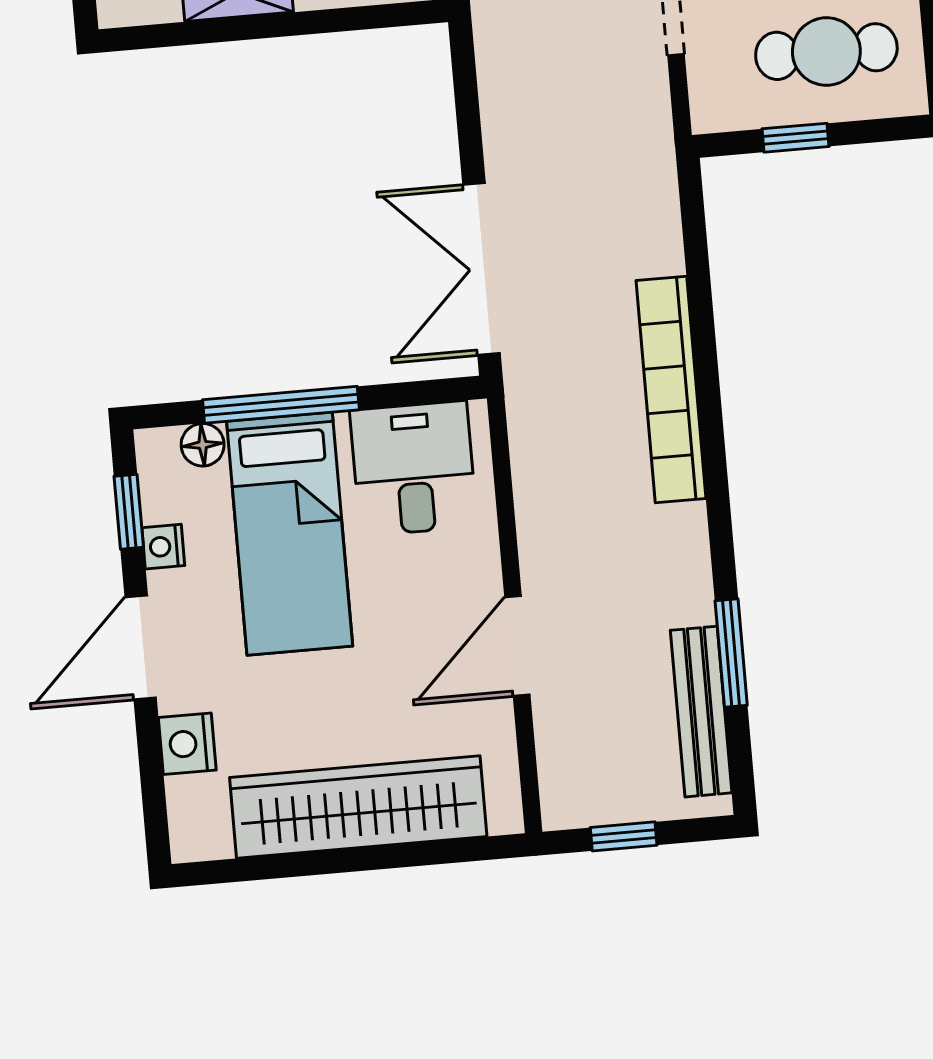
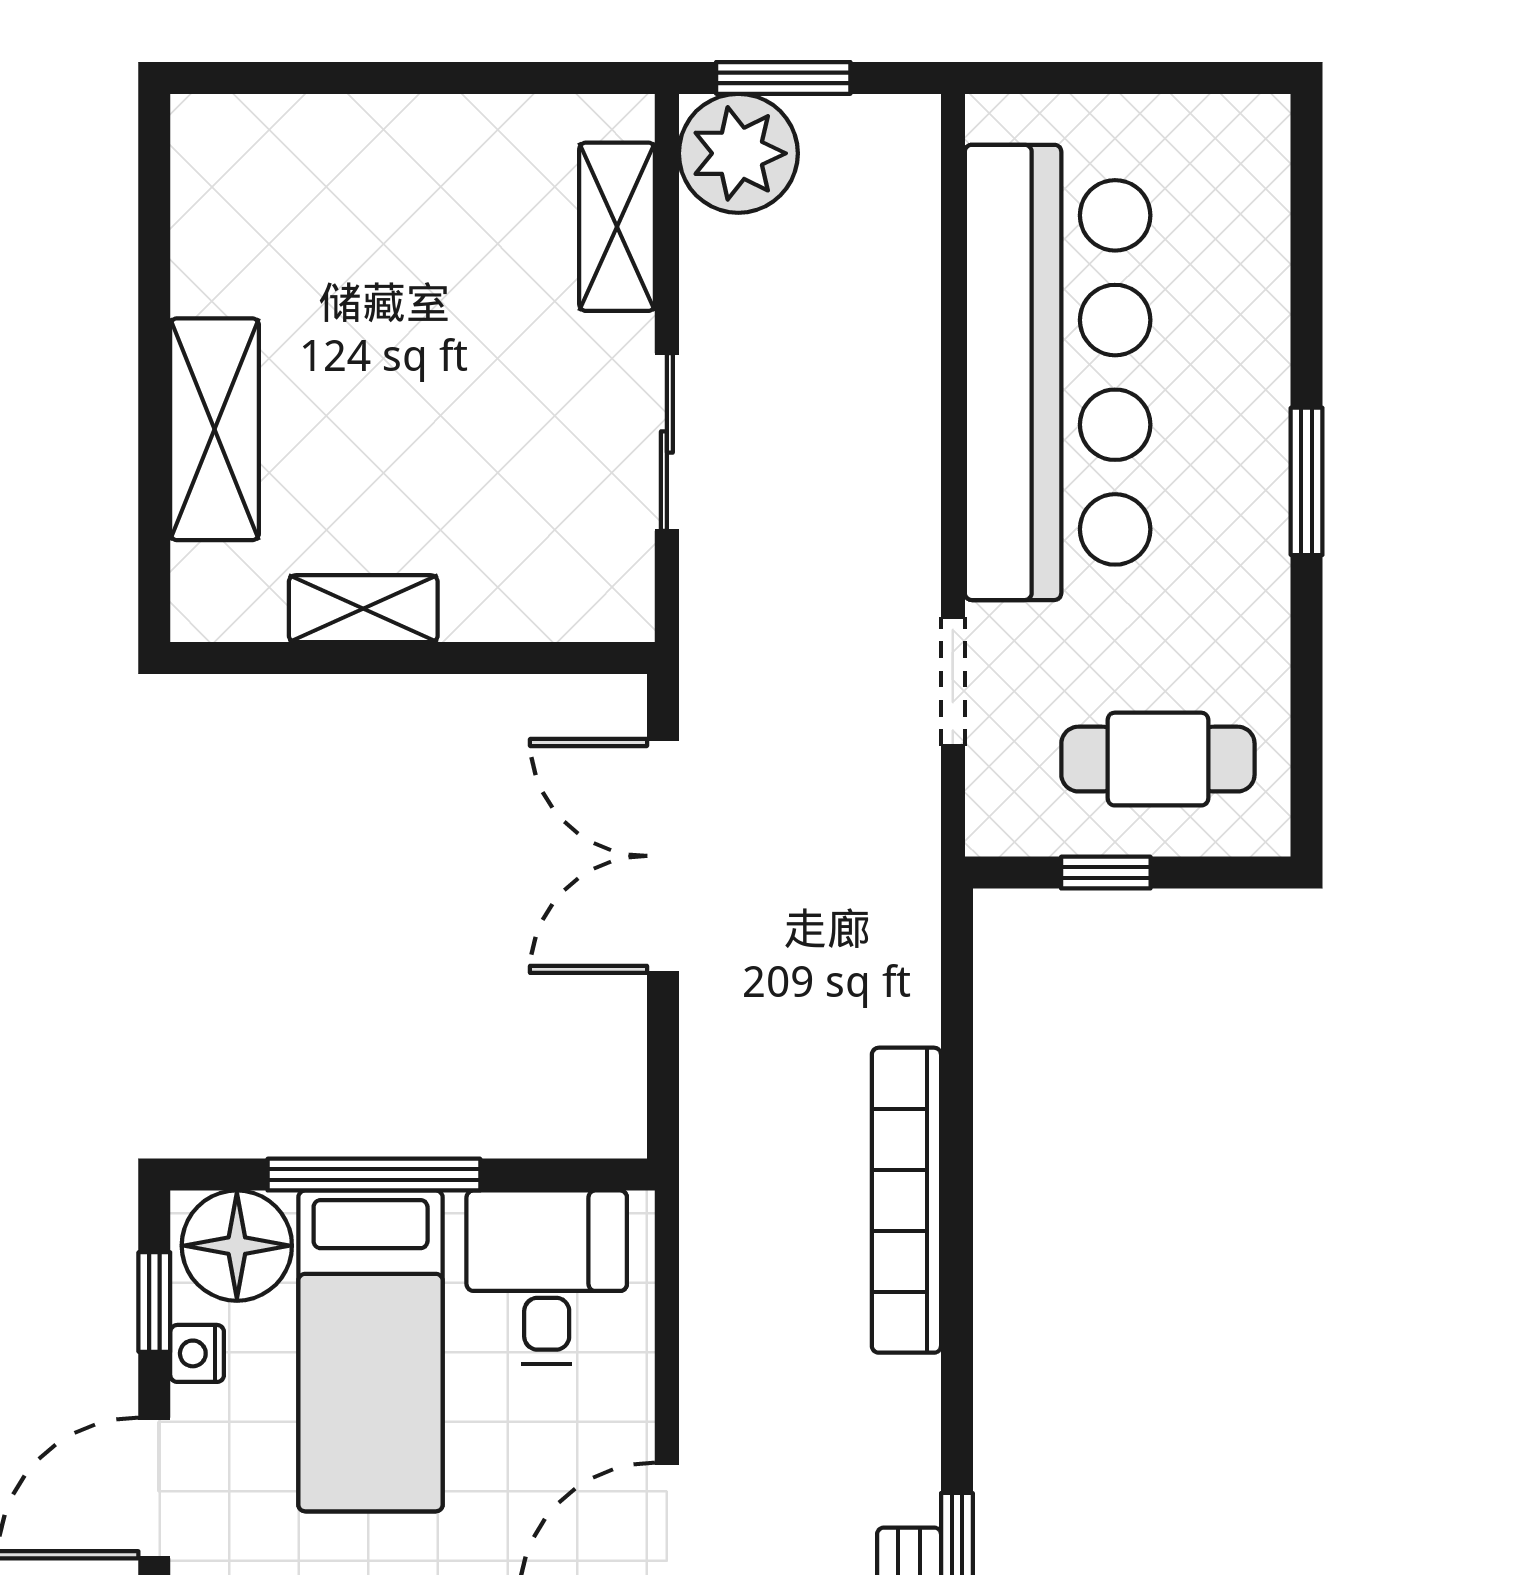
double door: (481, 269) -> (663, 856), moved
floor lamp: (203, 445) -> (237, 1246), width x1.89, depth x1.89

